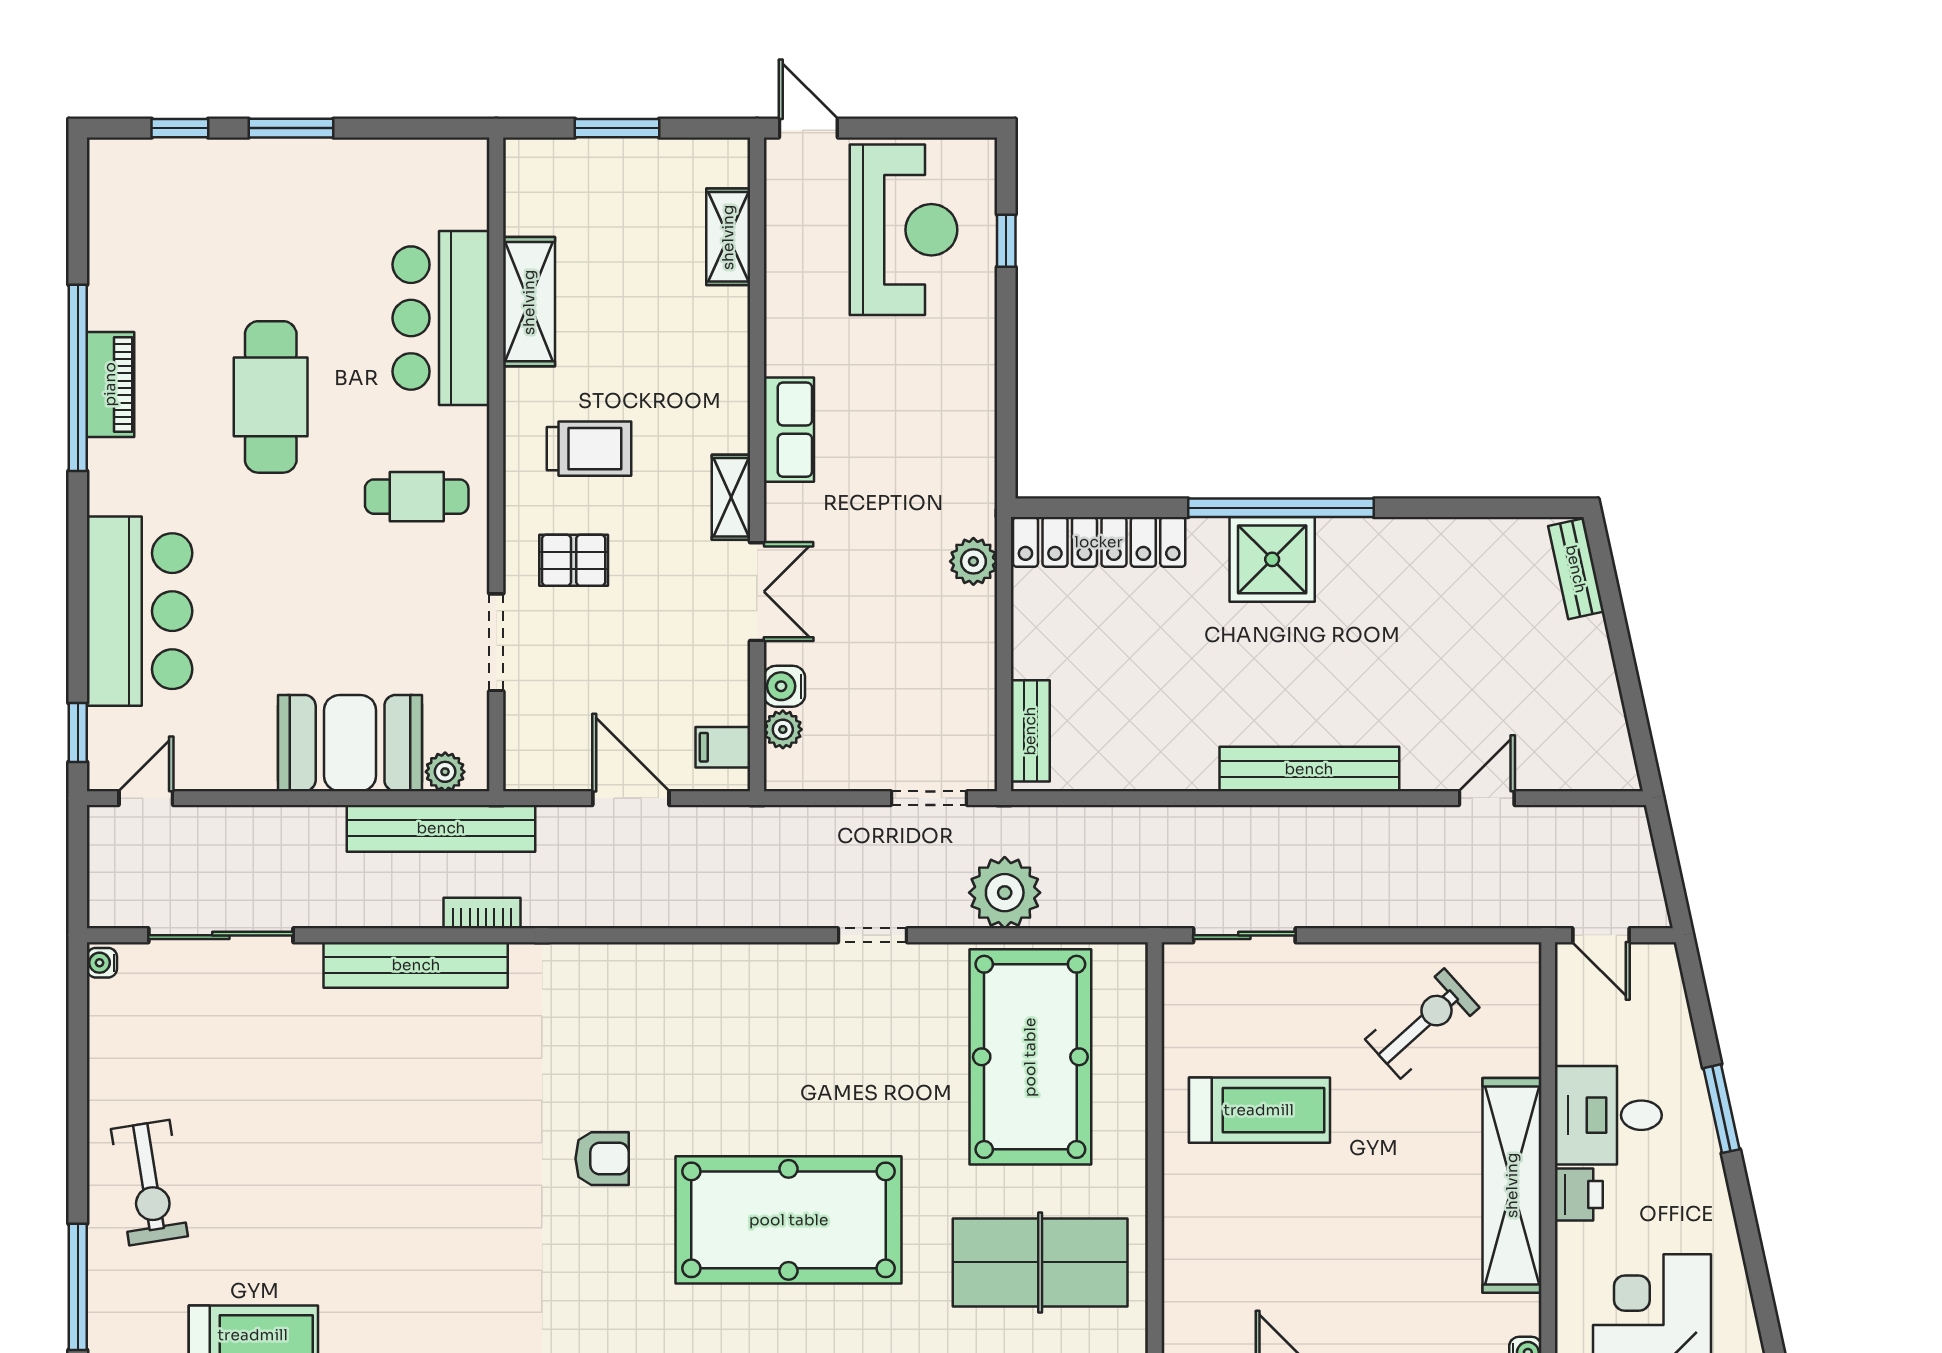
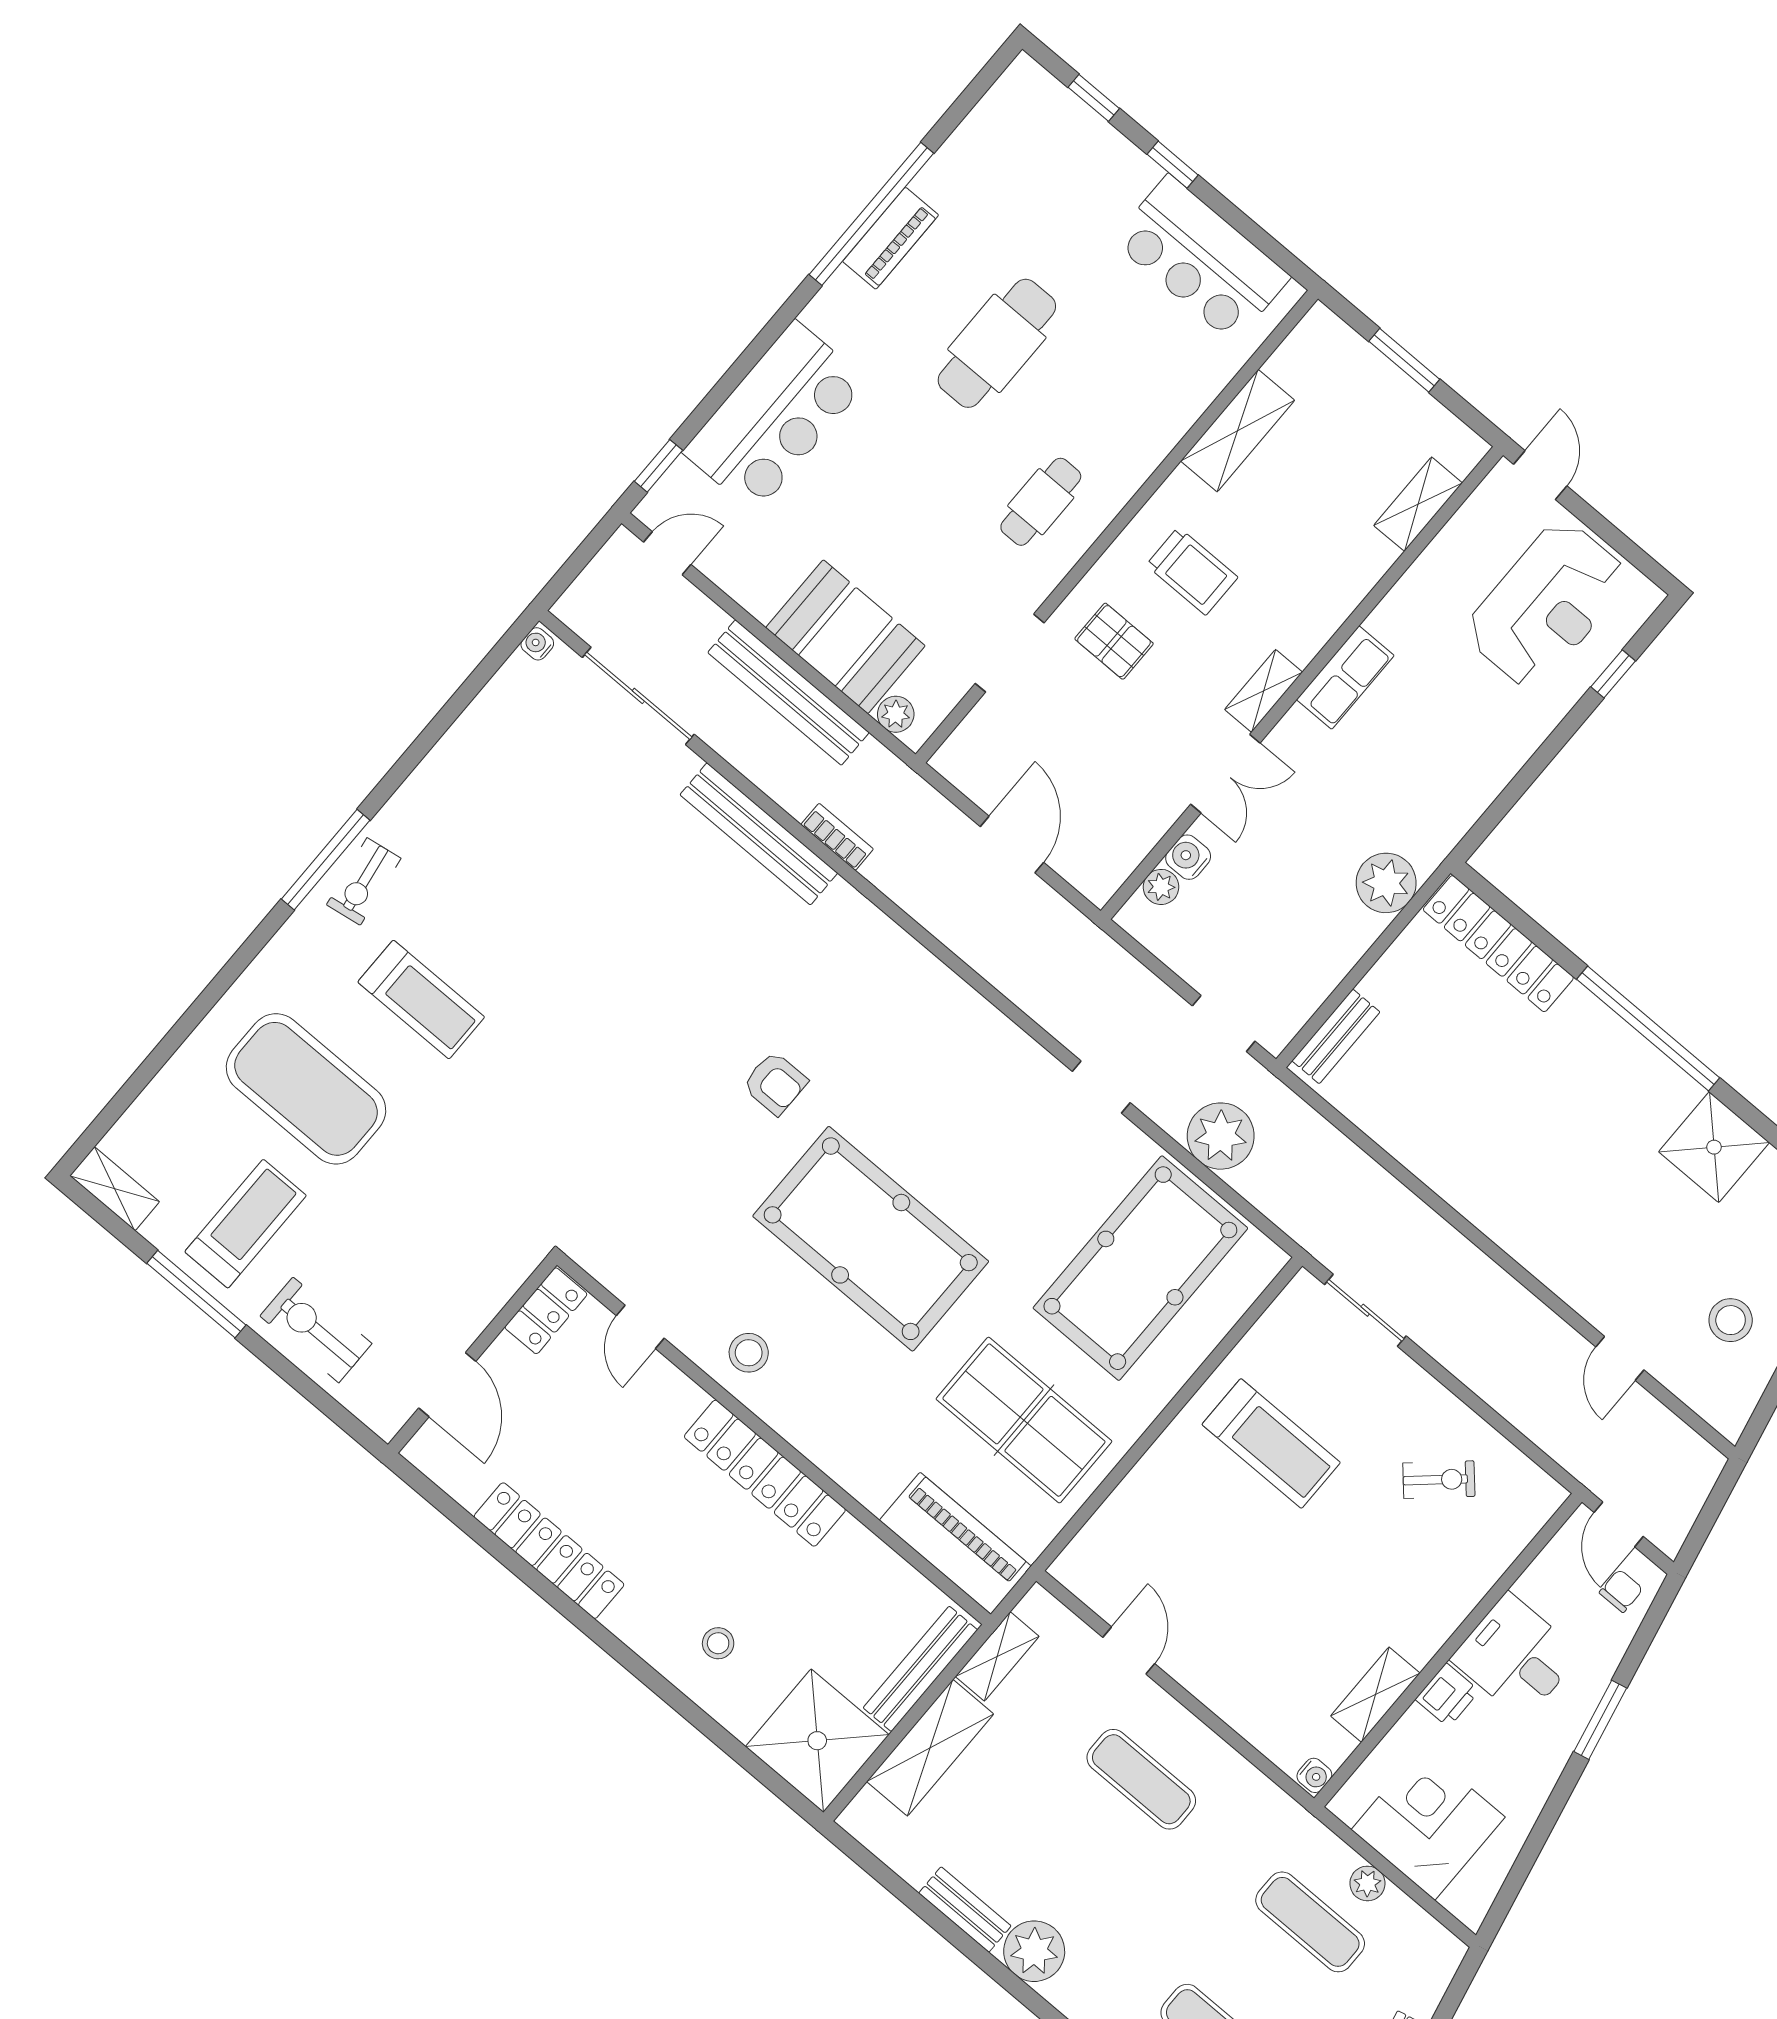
window: (291, 128) -> (1173, 165), width x0.67
bar counter: (441, 318) -> (1201, 259), moved, turned -90
cafe table: (417, 497) -> (1041, 502), turned 90
shower: (1272, 559) -> (1714, 1147), moved
plant: (973, 561) -> (1386, 883), width x1.36, depth x1.36
stool: (1551, 690) -> (1731, 1320), added
filing cabinet: (723, 747) -> (1108, 864), removed
bench: (1309, 769) -> (1511, 1231), removed
door: (1487, 798) -> (1620, 1358), swing flipped
bench: (441, 828) -> (788, 693), moved
chair: (1649, 988) -> (1621, 1591), added
exercise bike: (1422, 1023) -> (1439, 1480), width x0.73, depth x0.72
exercise bike: (149, 1183) -> (364, 882), moved, width x0.73, depth x0.72
shelving: (1512, 1185) -> (1375, 1695), width x0.45, depth x0.75

